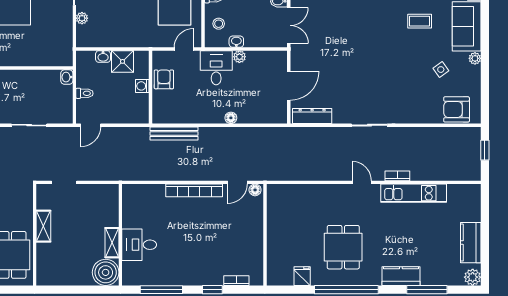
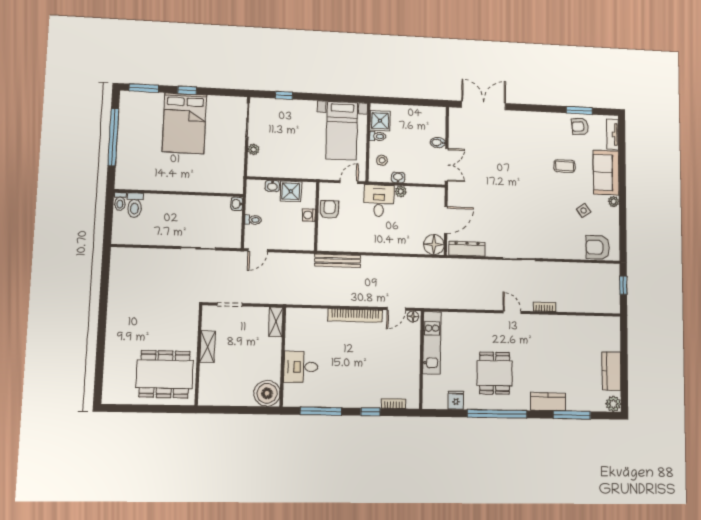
floor lamp: (231, 118) -> (434, 245), moved, width x1.89, depth x1.89
kitchen unit: (414, 193) -> (432, 343), moved, turned -90
shelving: (112, 243) -> (276, 322), moved

